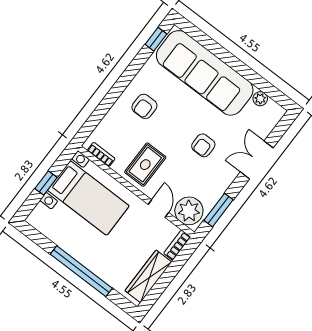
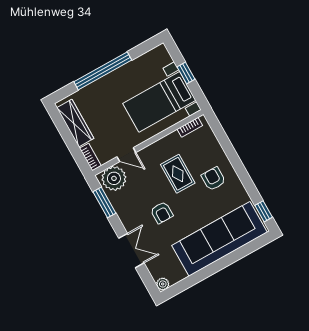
plant: (260, 99) -> (163, 284), moved
armchair: (203, 145) -> (162, 213), turned 180
rug: (145, 165) -> (178, 174), moved

